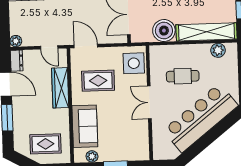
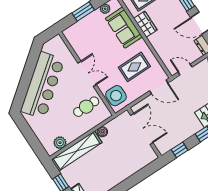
boiler: (164, 31) -> (102, 132), width x0.54, depth x0.54
cafe table: (183, 76) -> (86, 107), moved
wardrobe: (60, 88) -> (145, 24), moved, width x0.67

